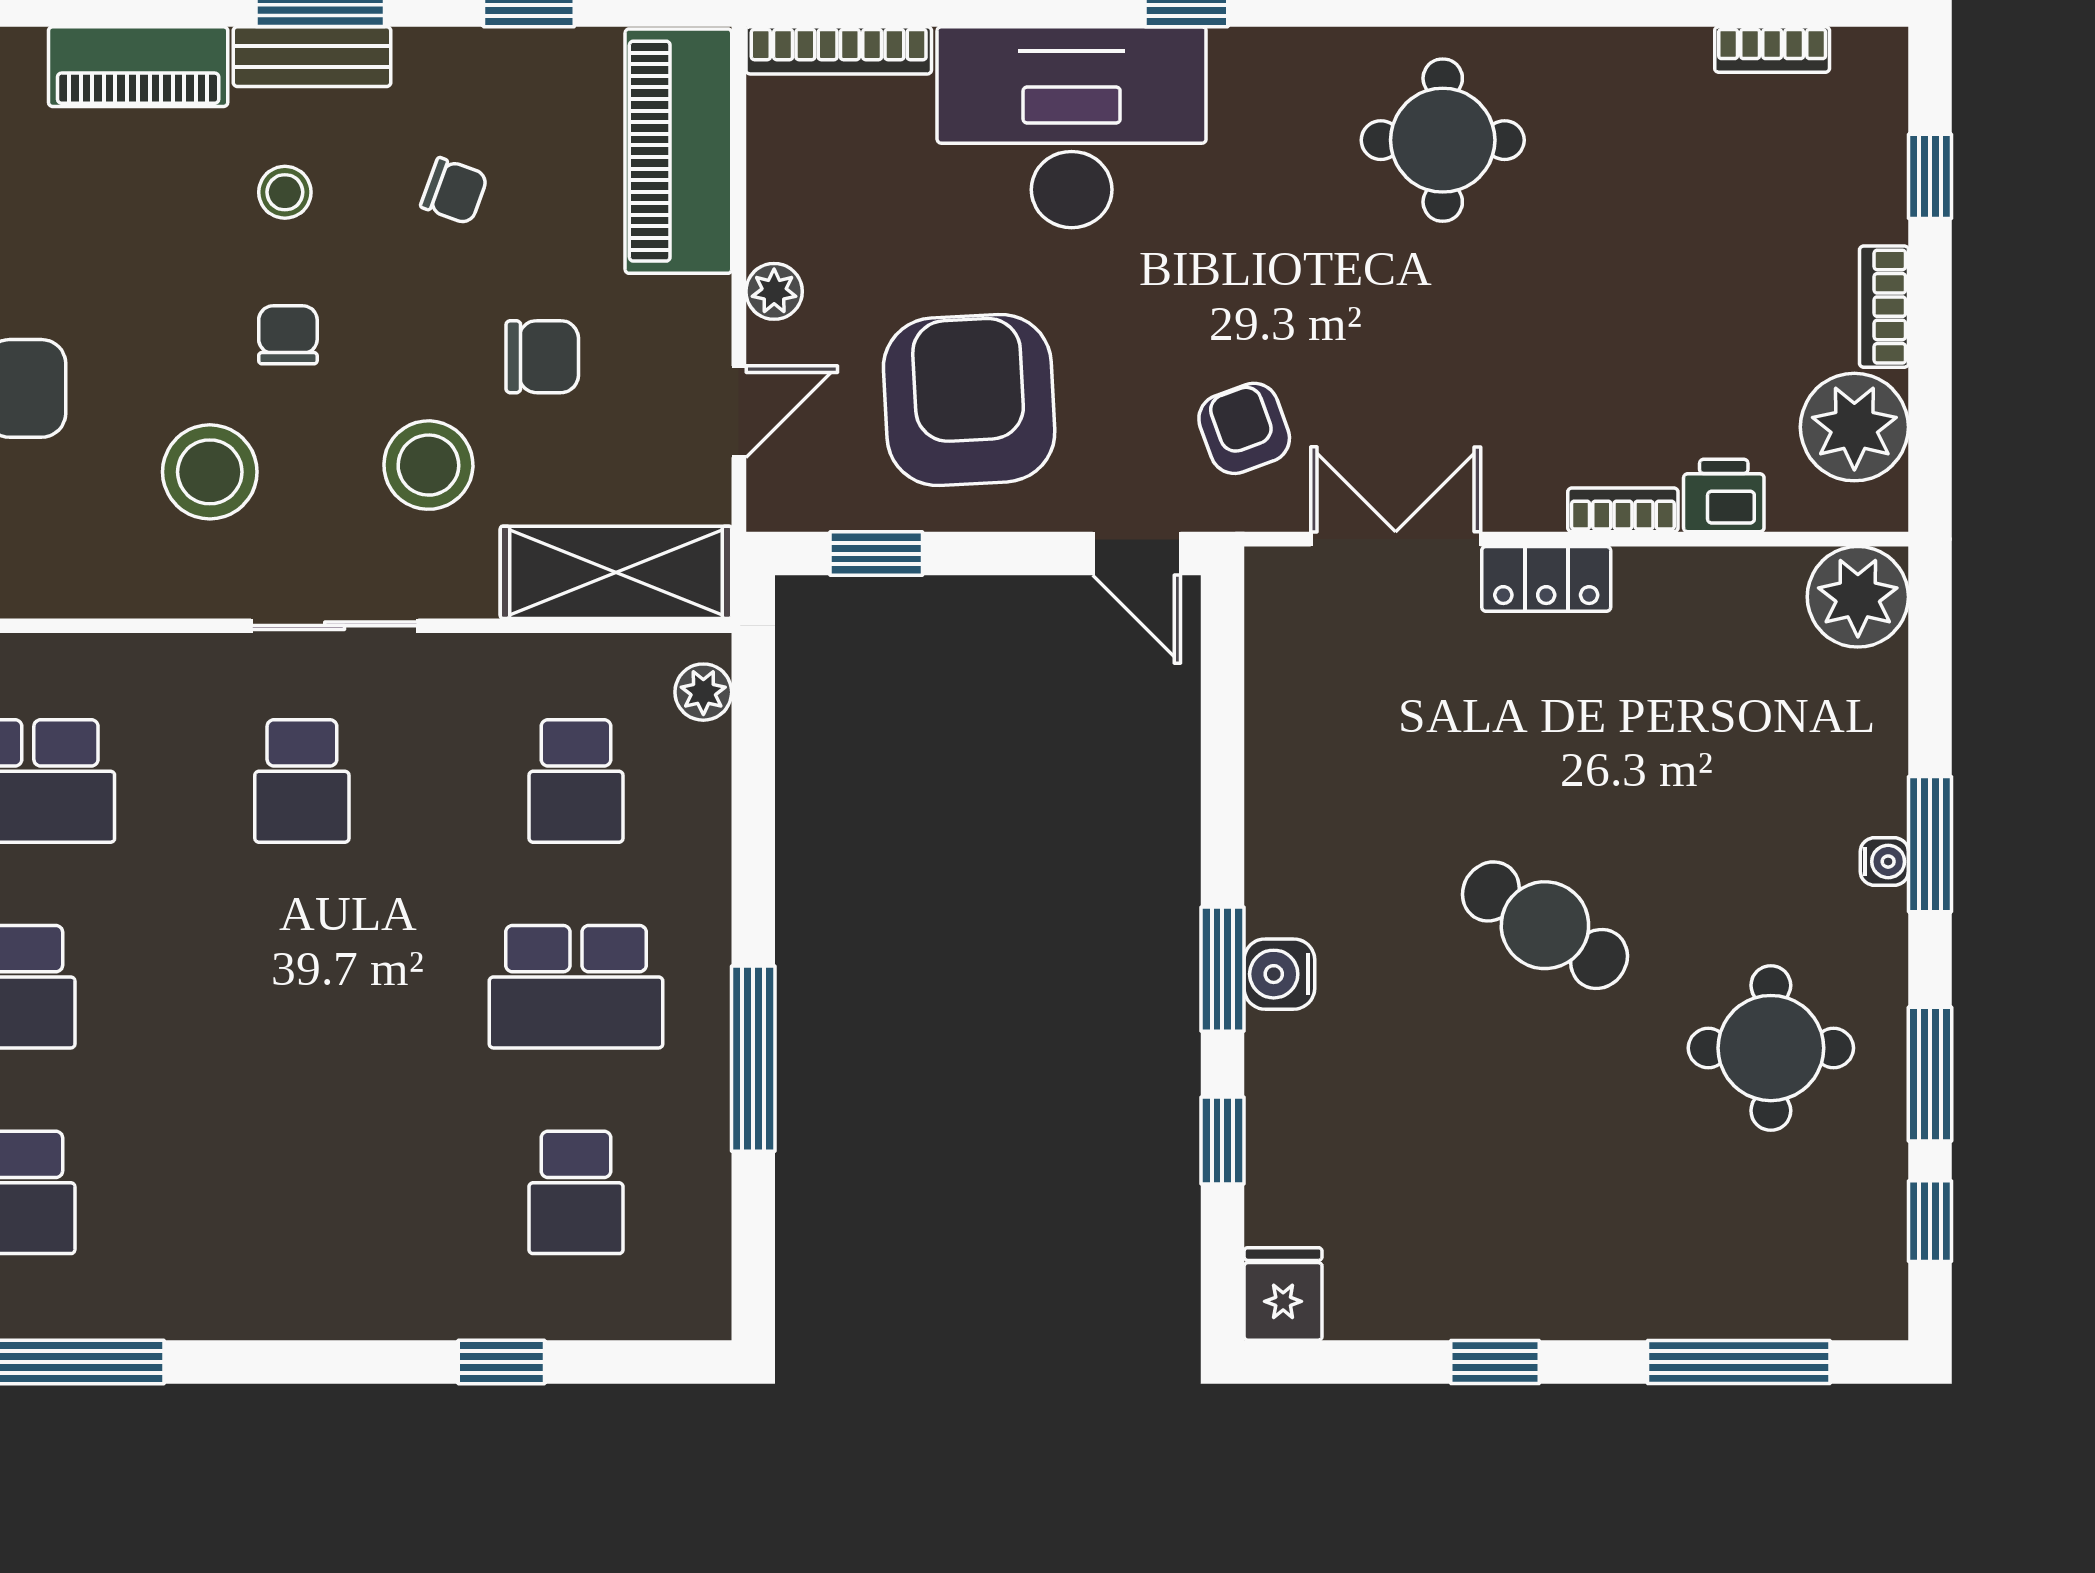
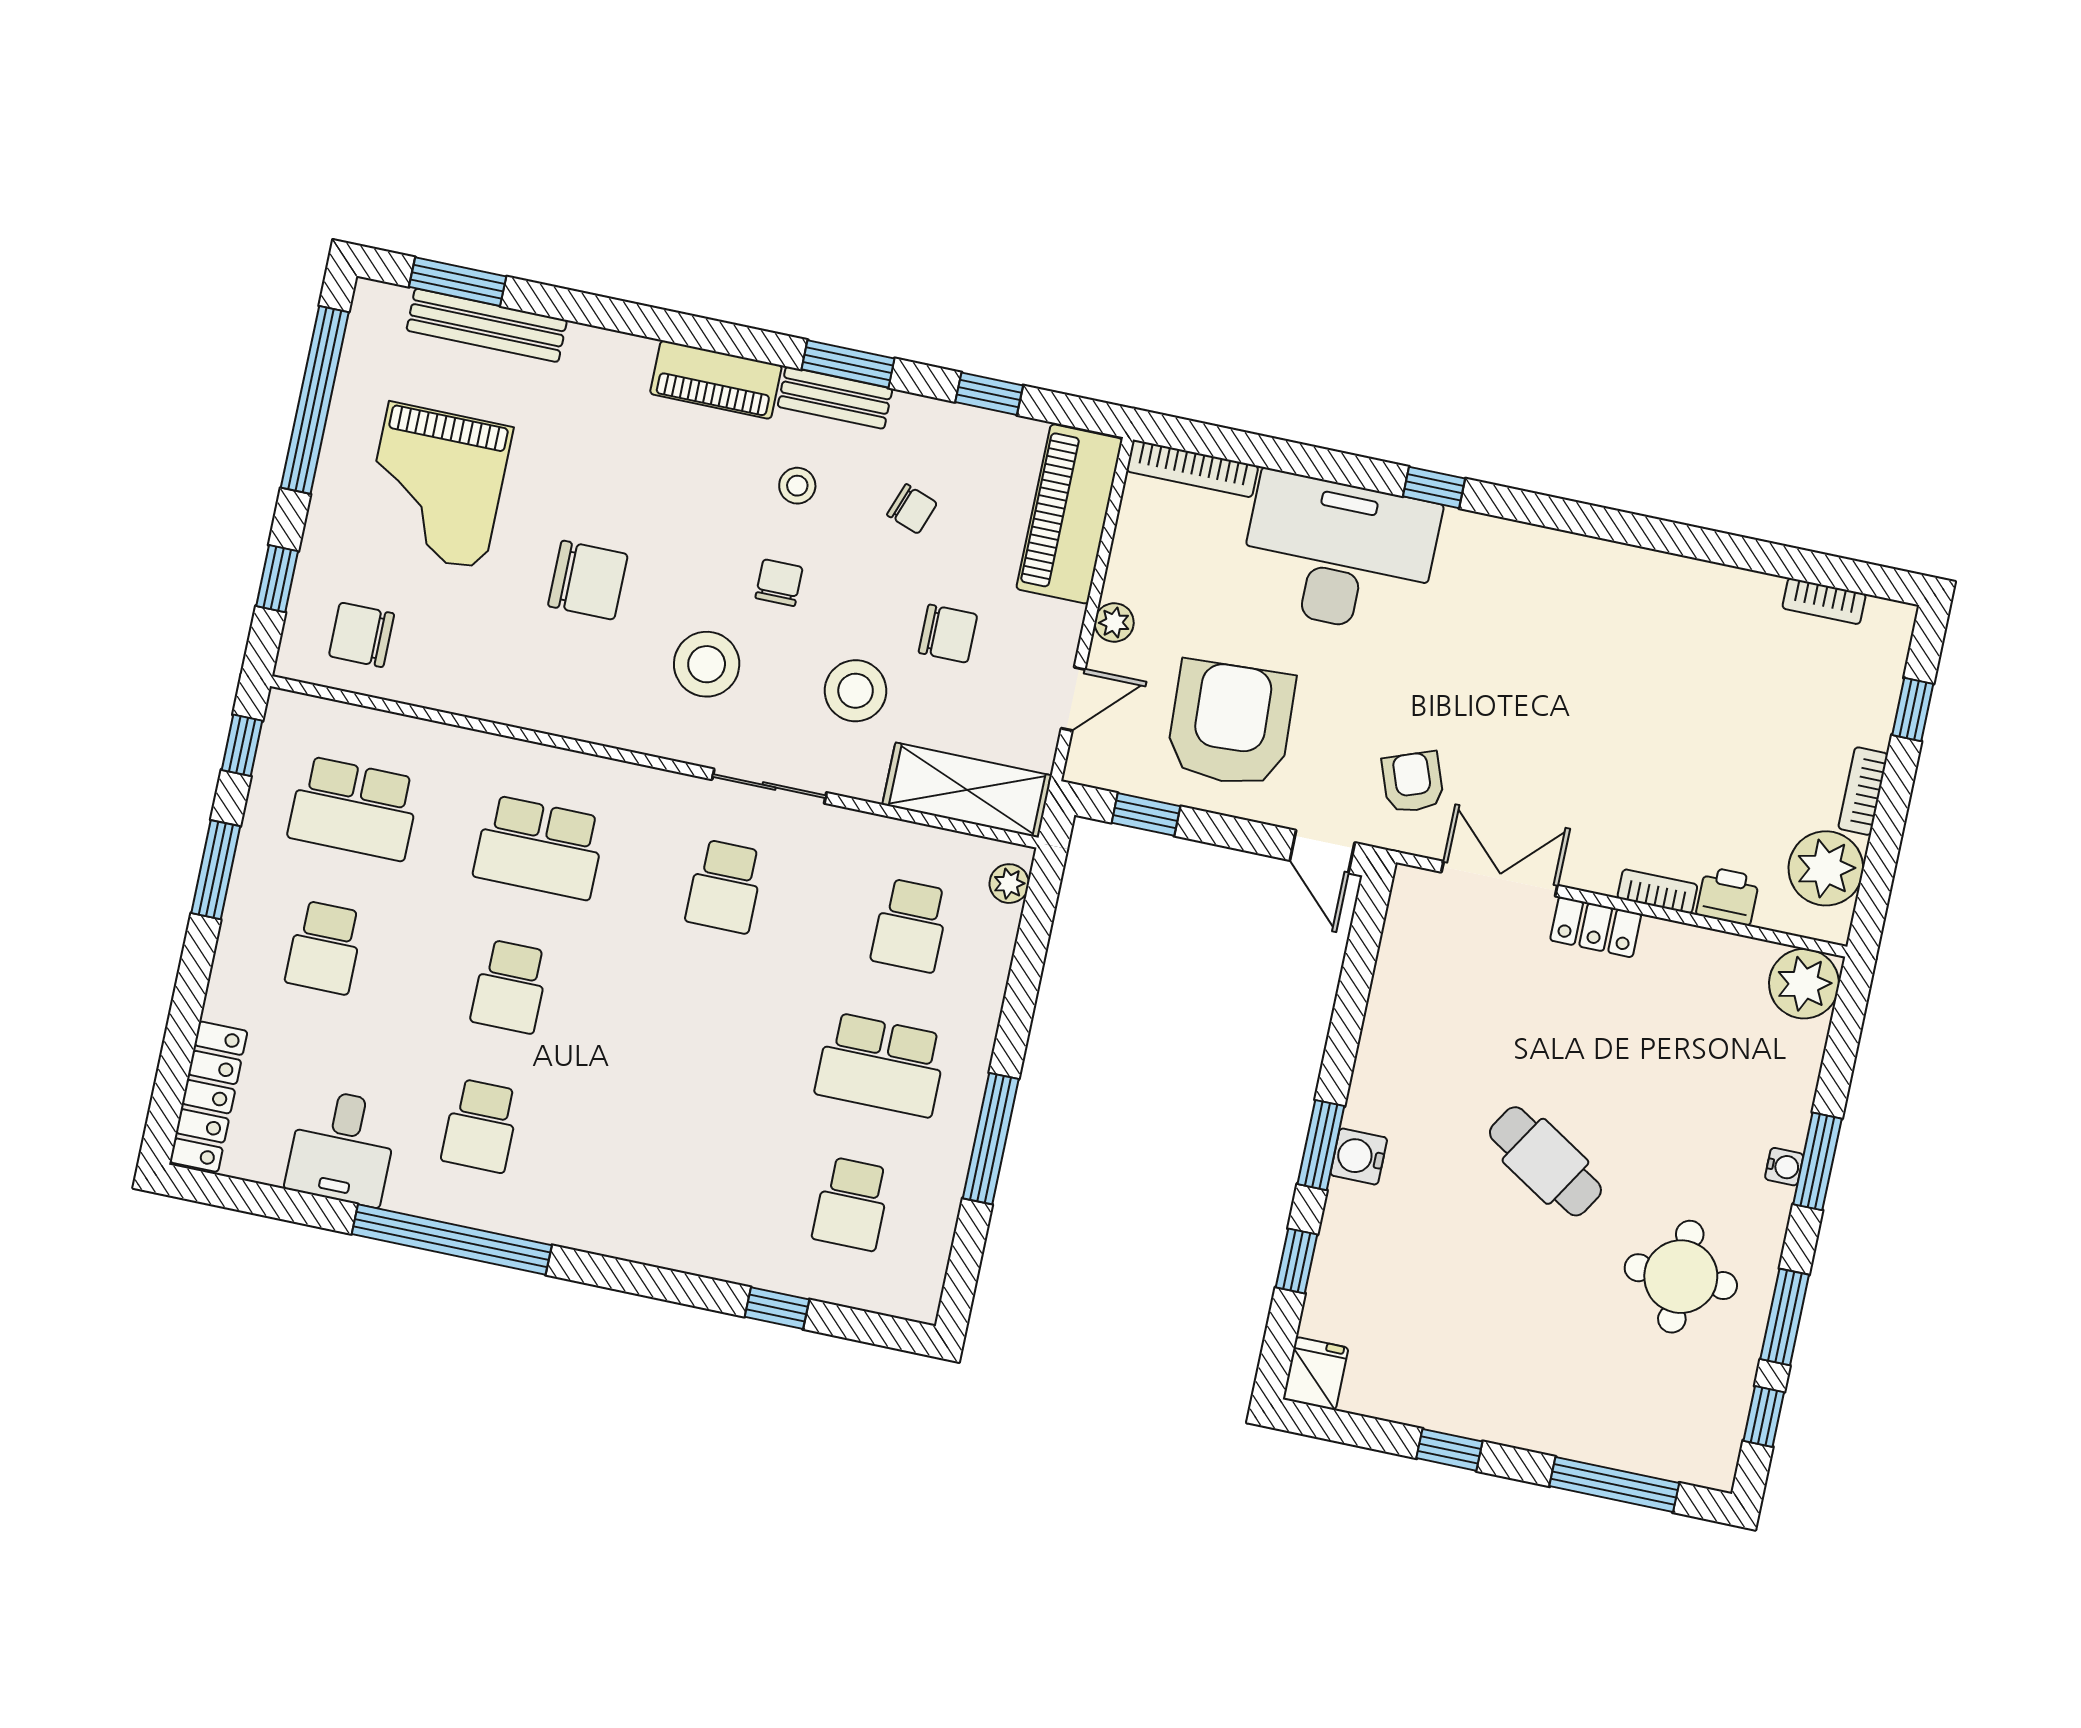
round table: (1443, 140) -> (1588, 615), removed

